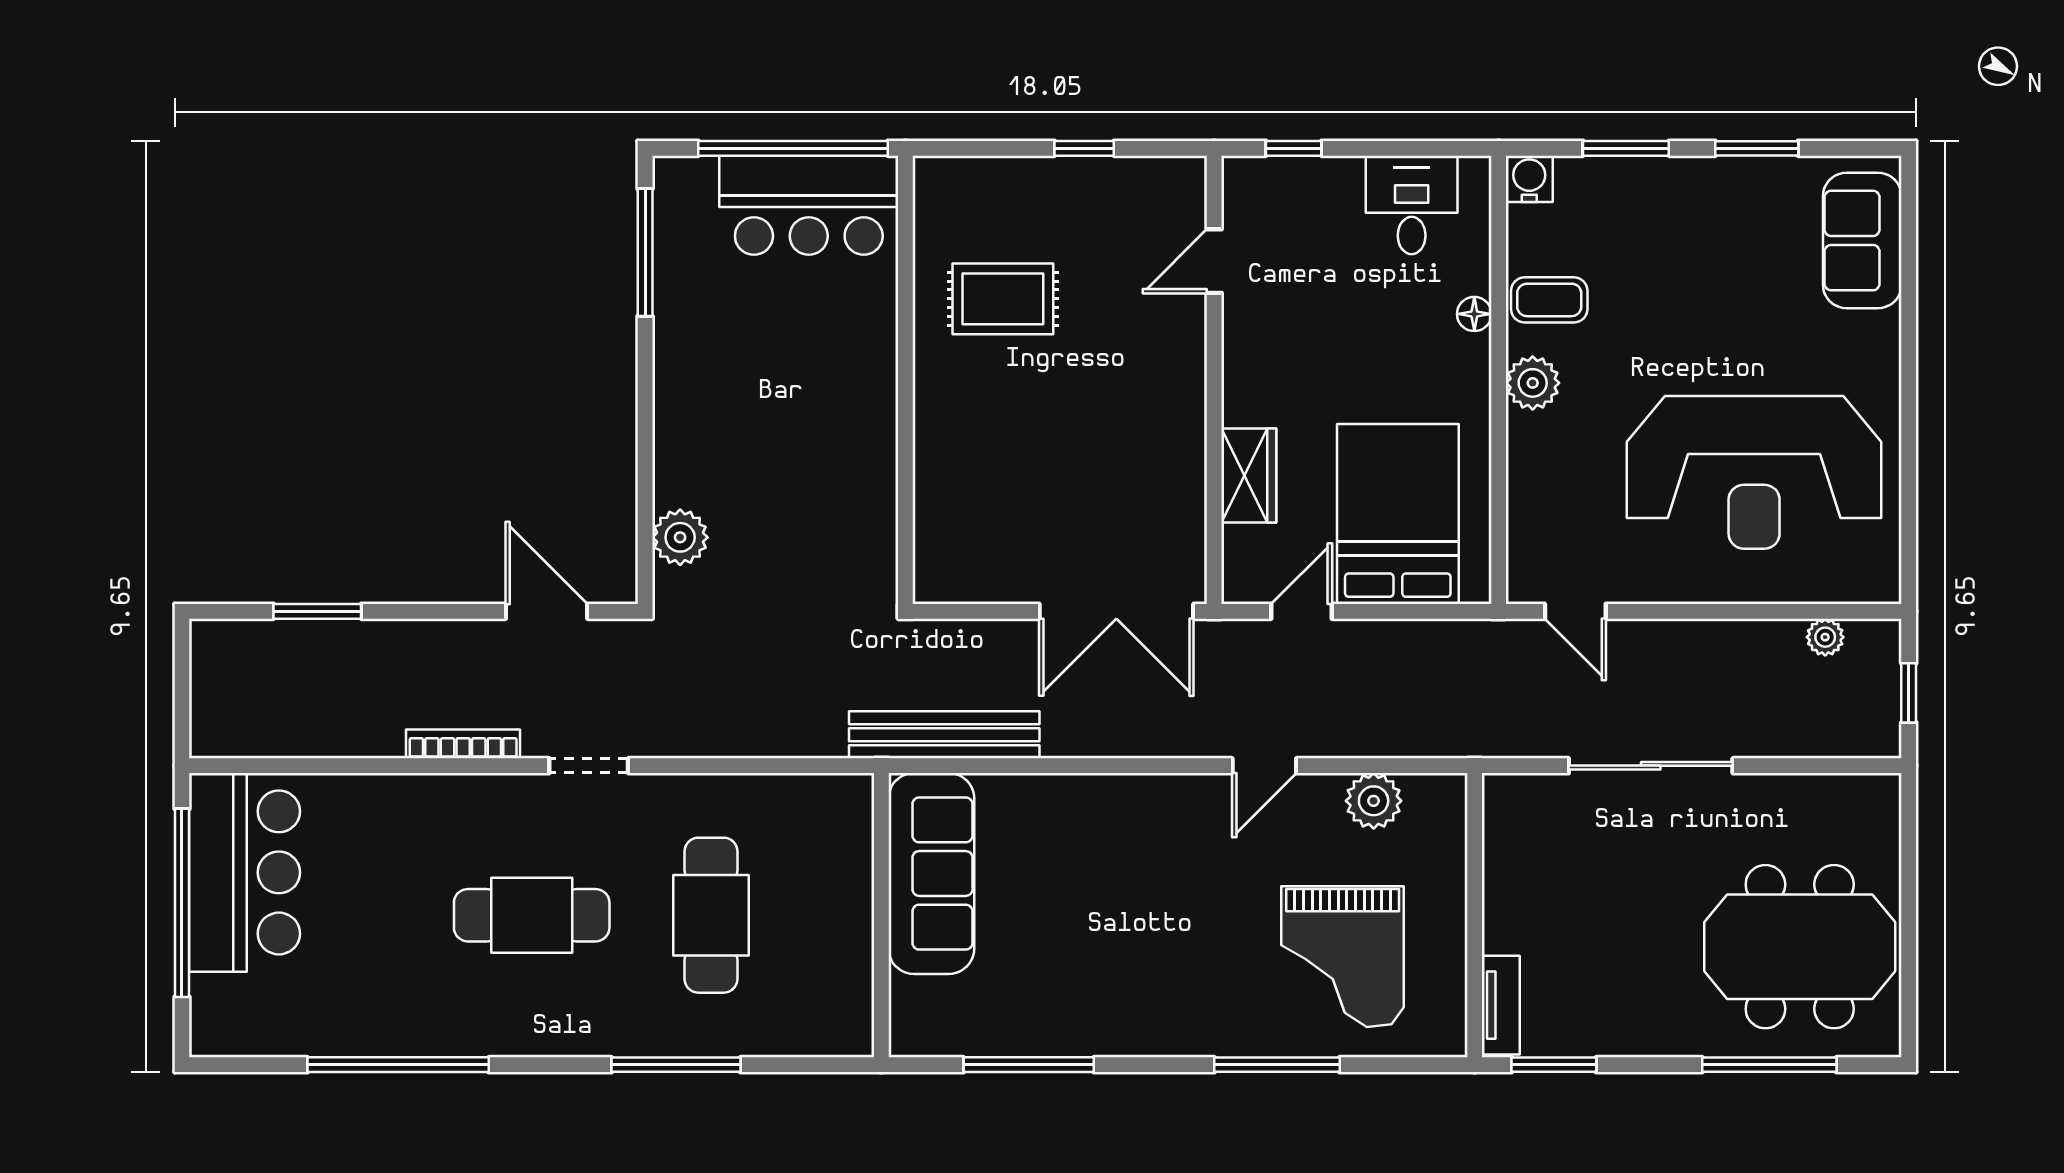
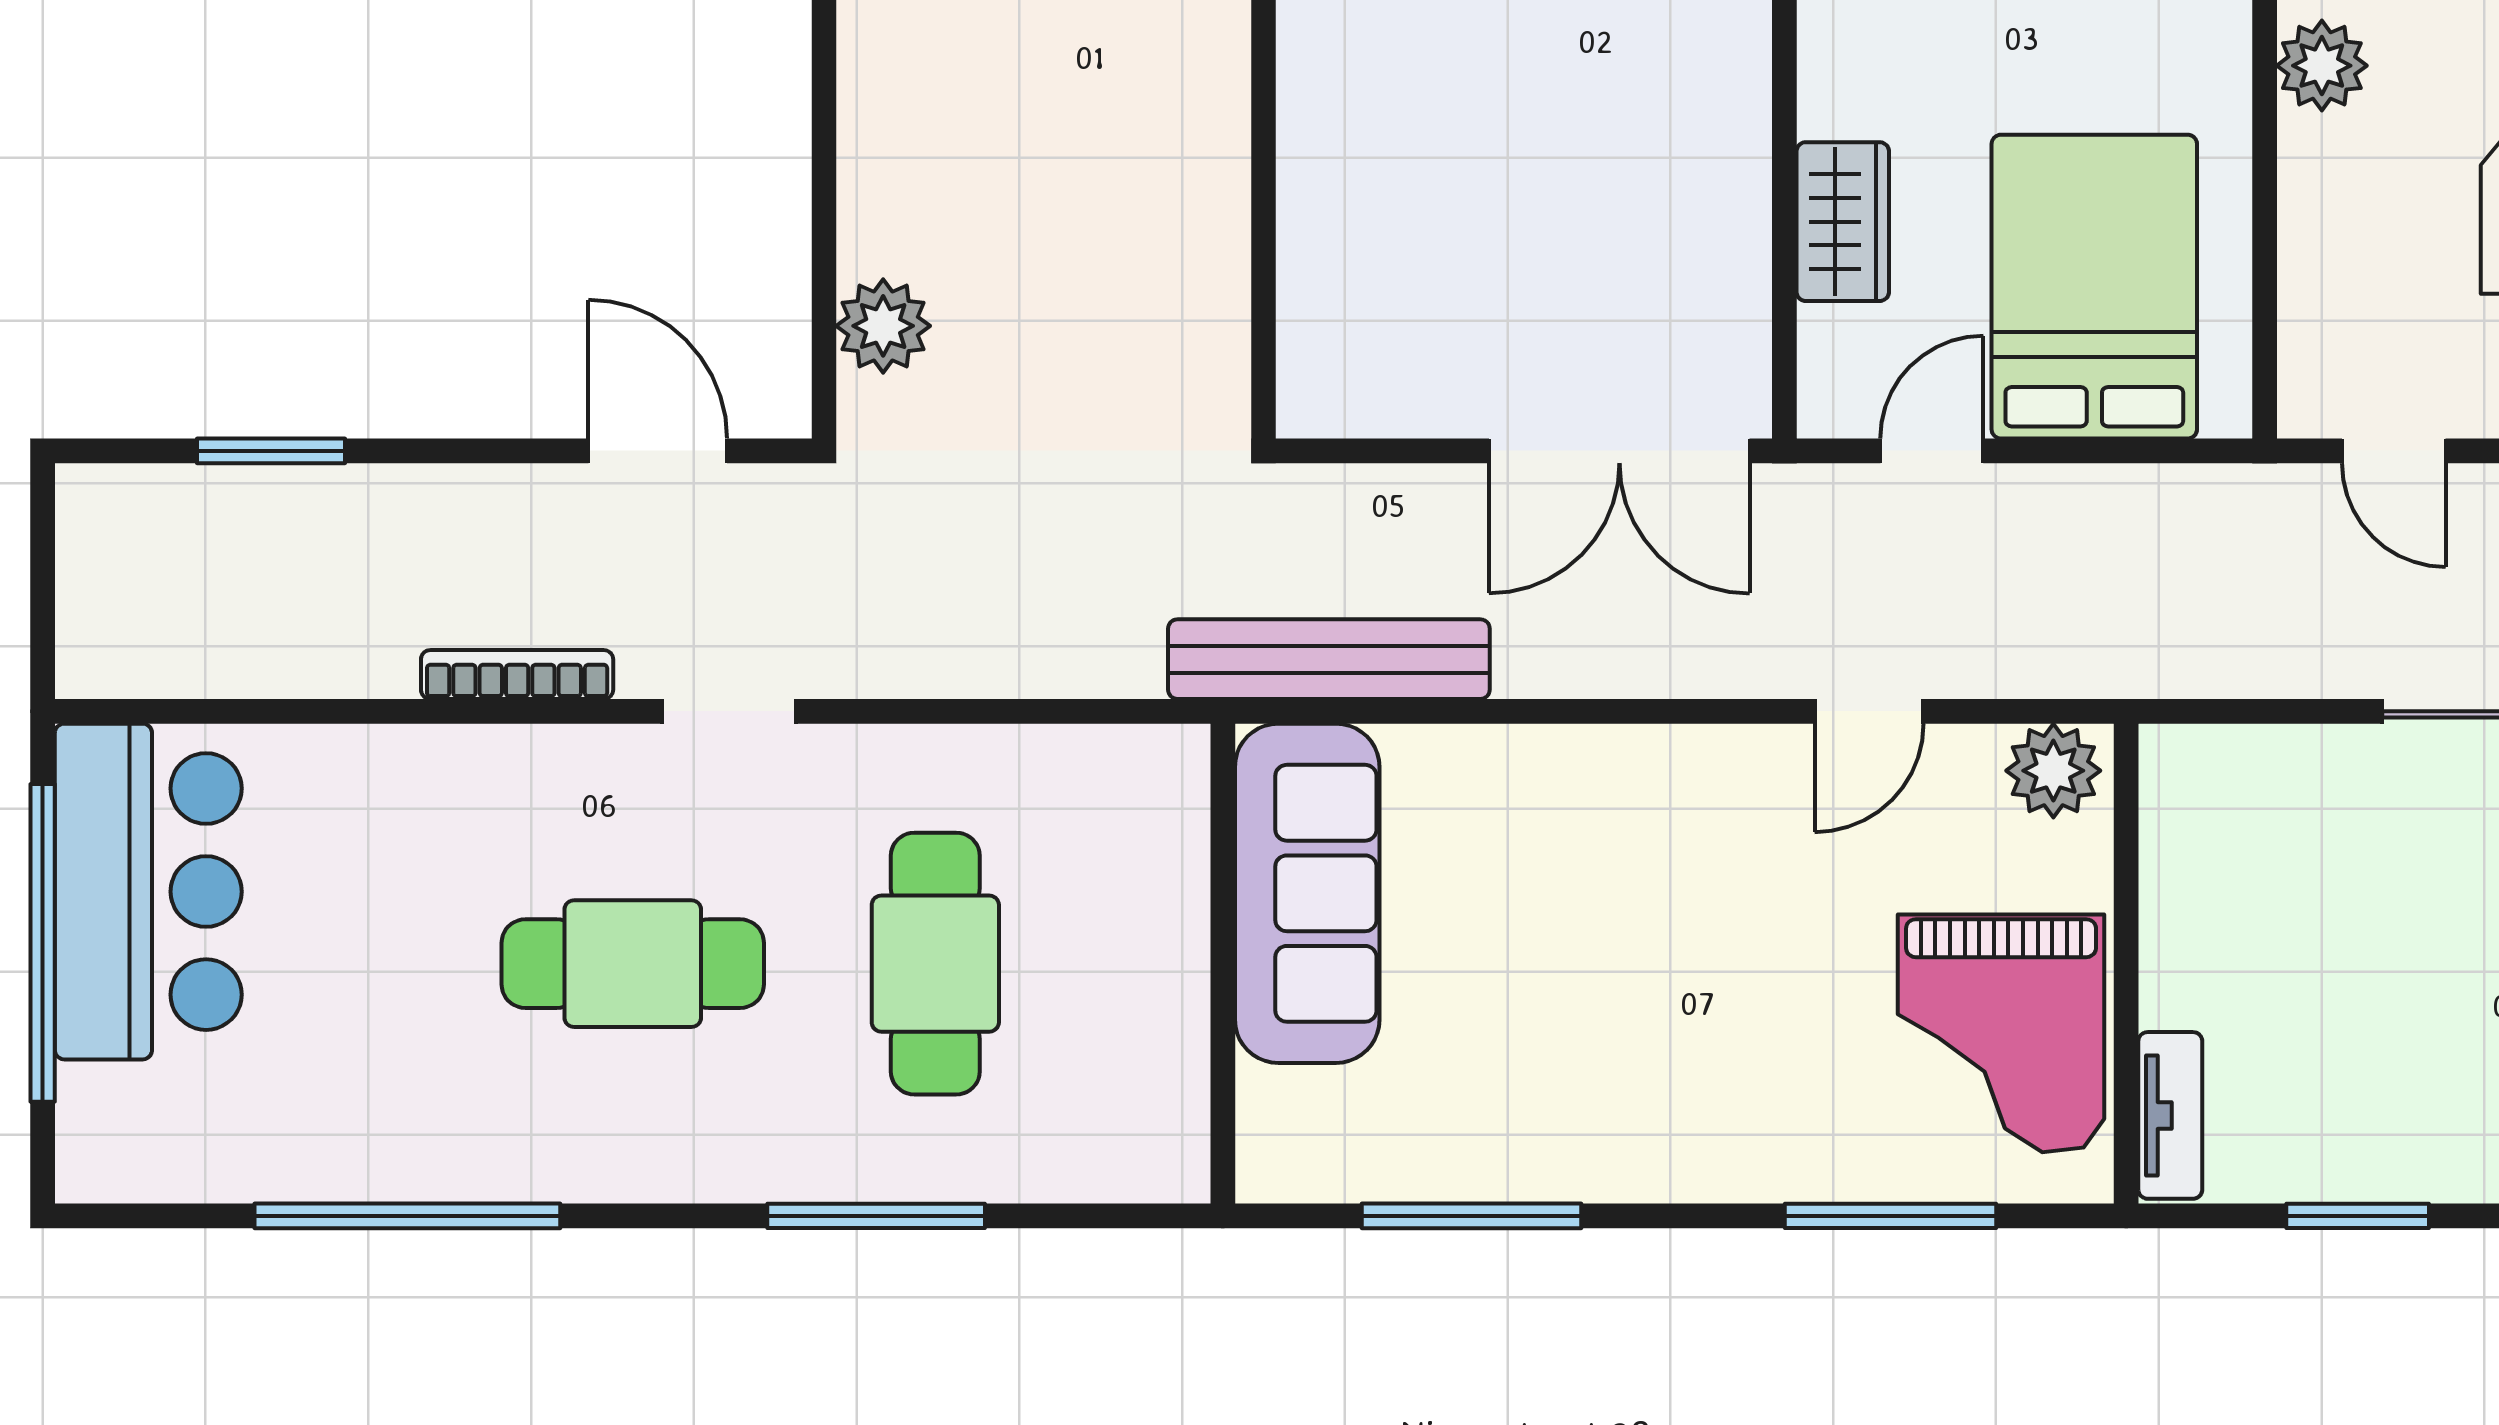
wall: (1475, 915) -> (2126, 964), moved
tv unit: (1501, 1005) -> (2170, 1115), moved

